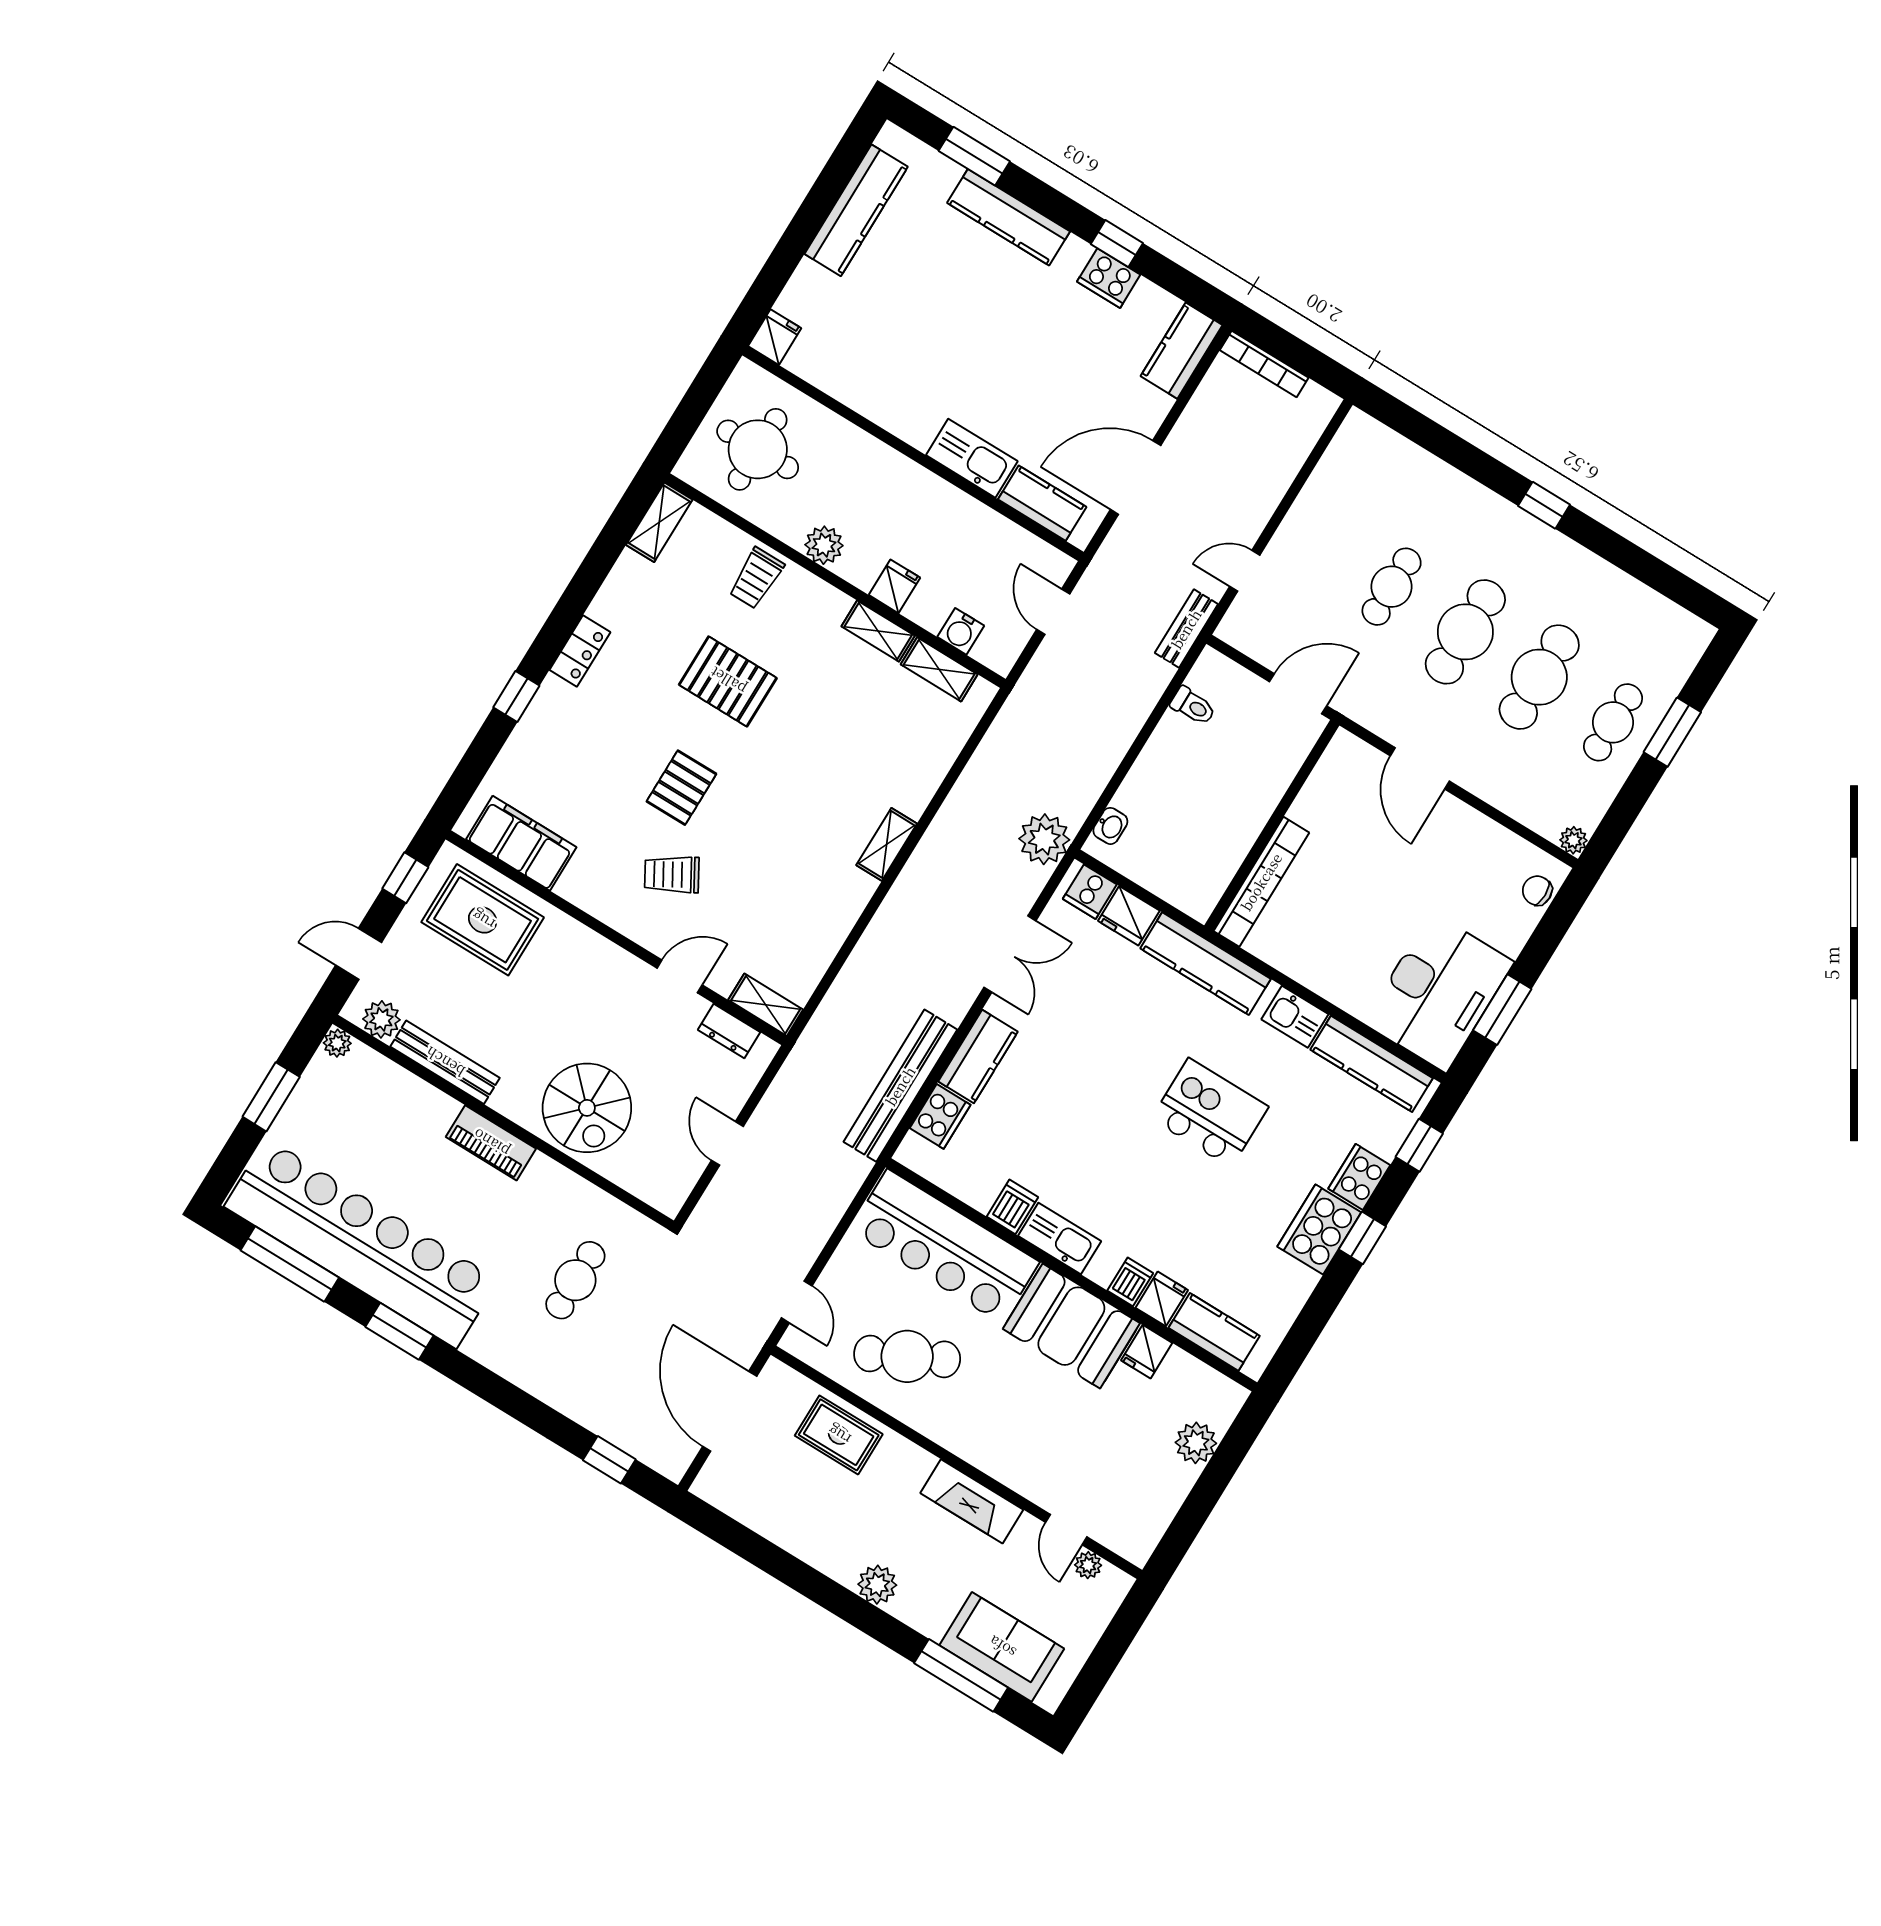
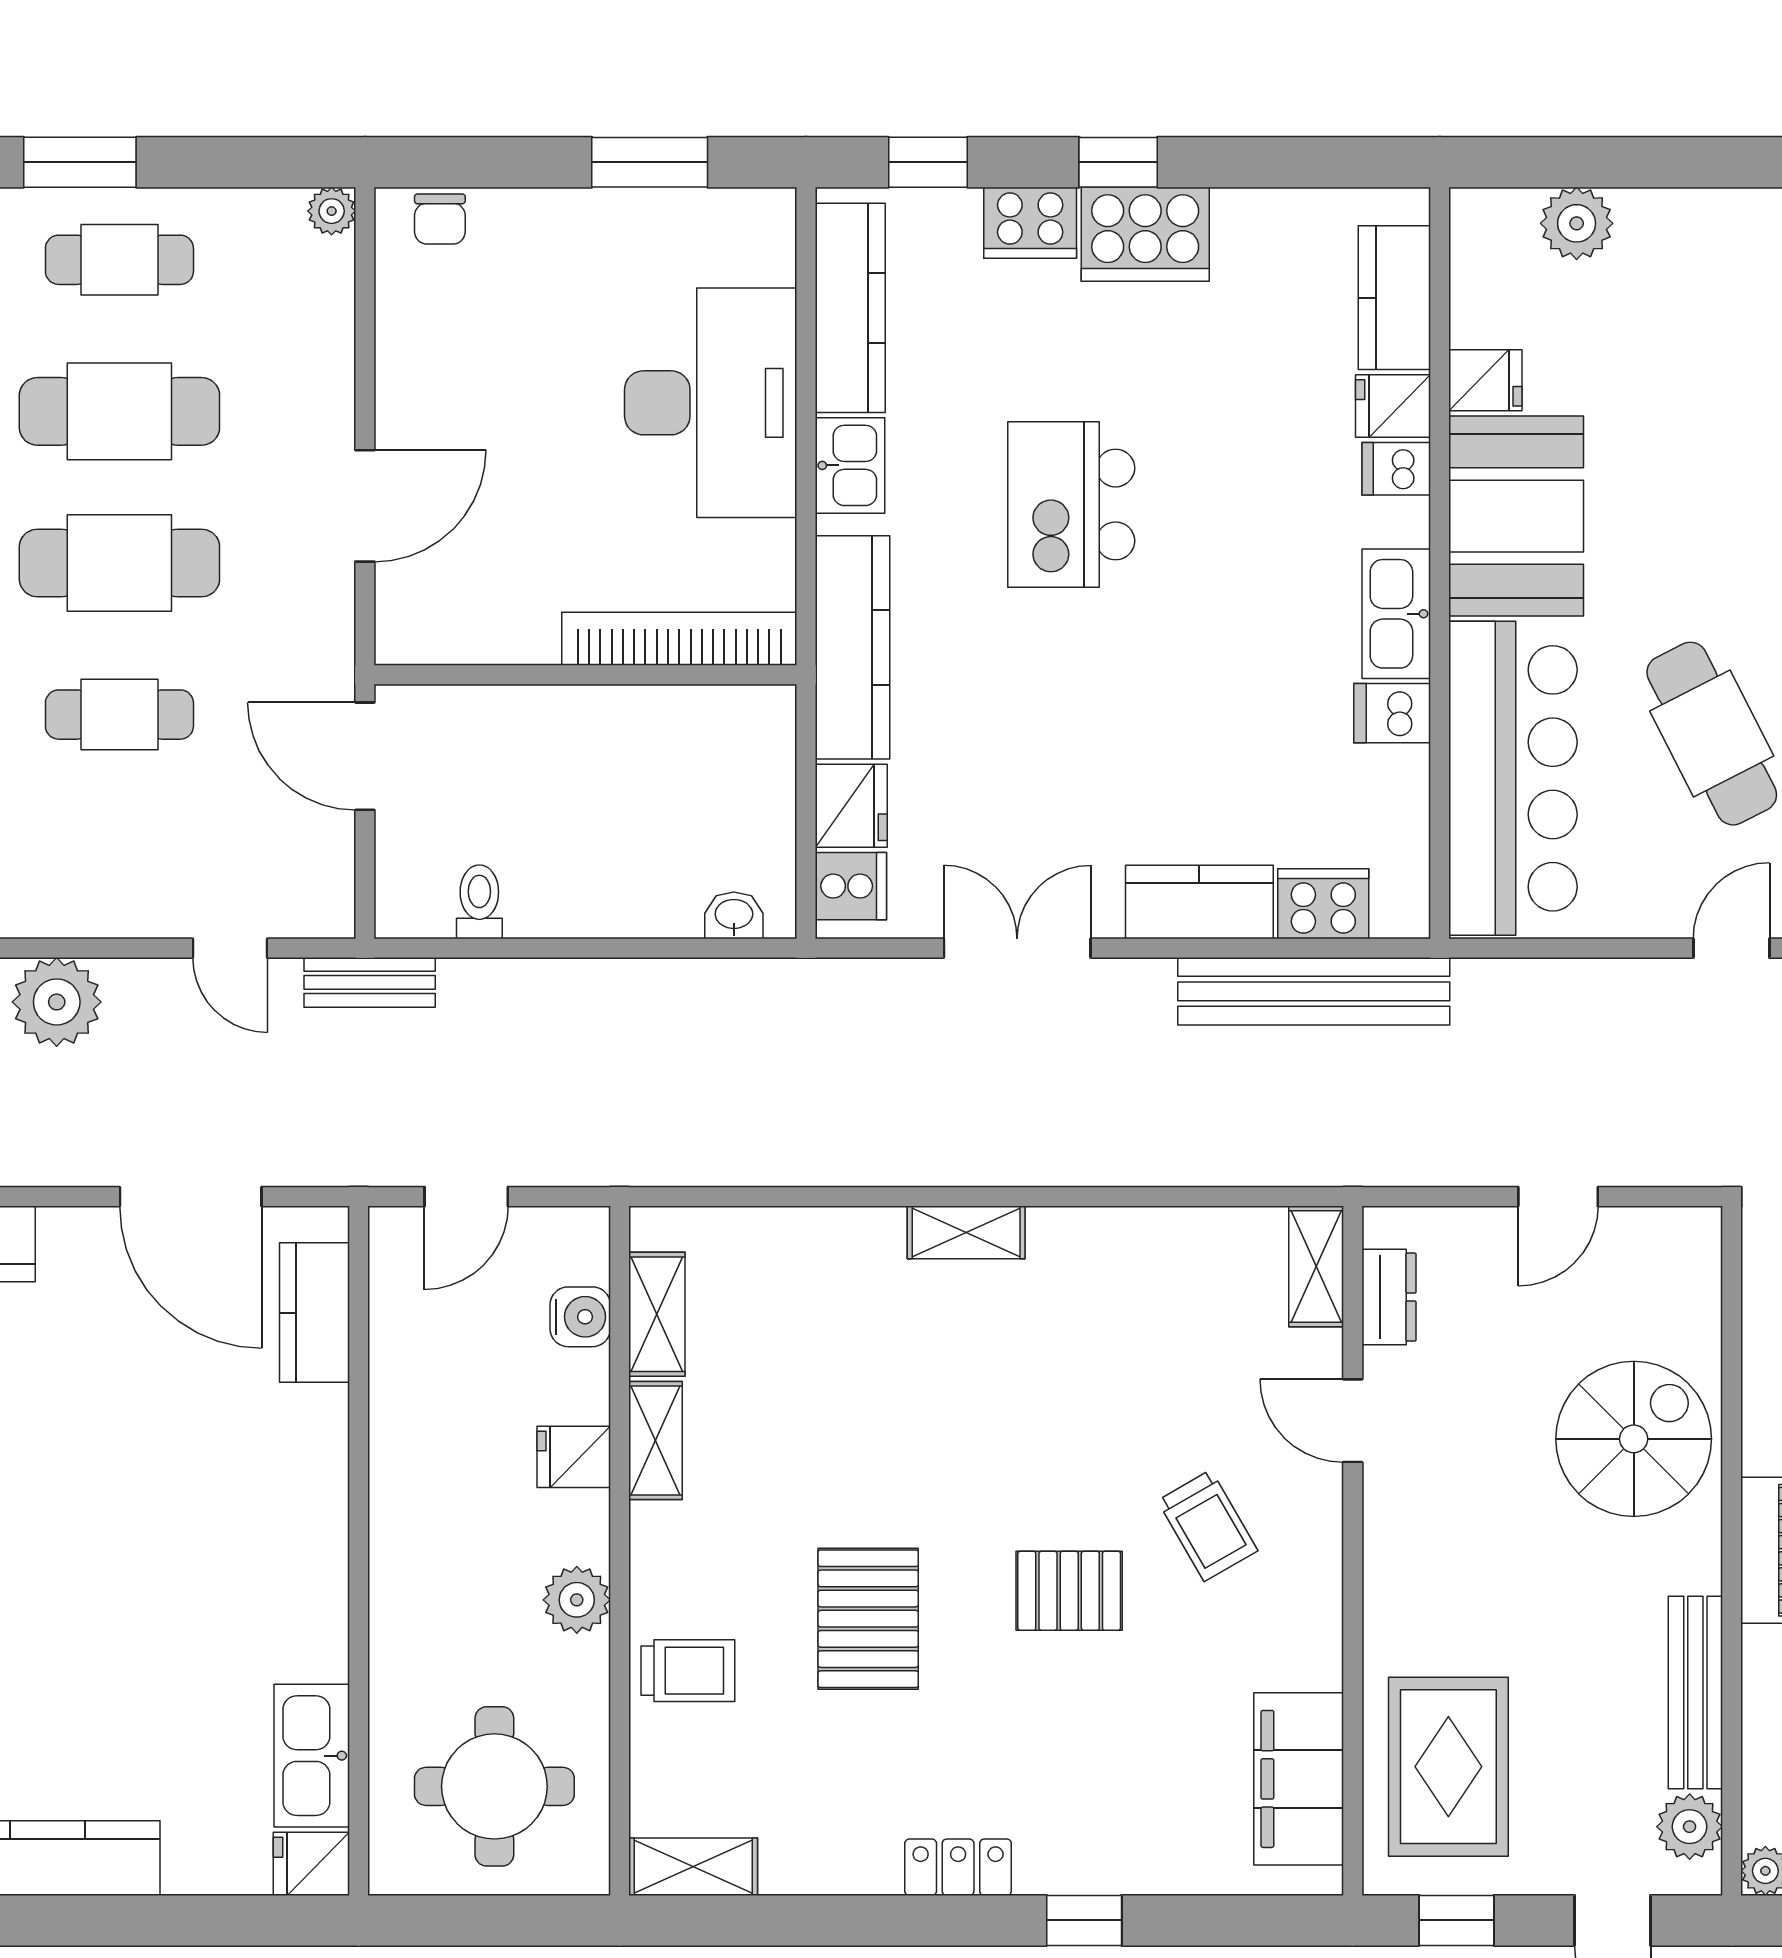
kitchen sink: (972, 458) -> (312, 1756), moved
plant: (1044, 839) -> (57, 1002), moved
desk: (1439, 992) -> (711, 403), moved, turned 90

